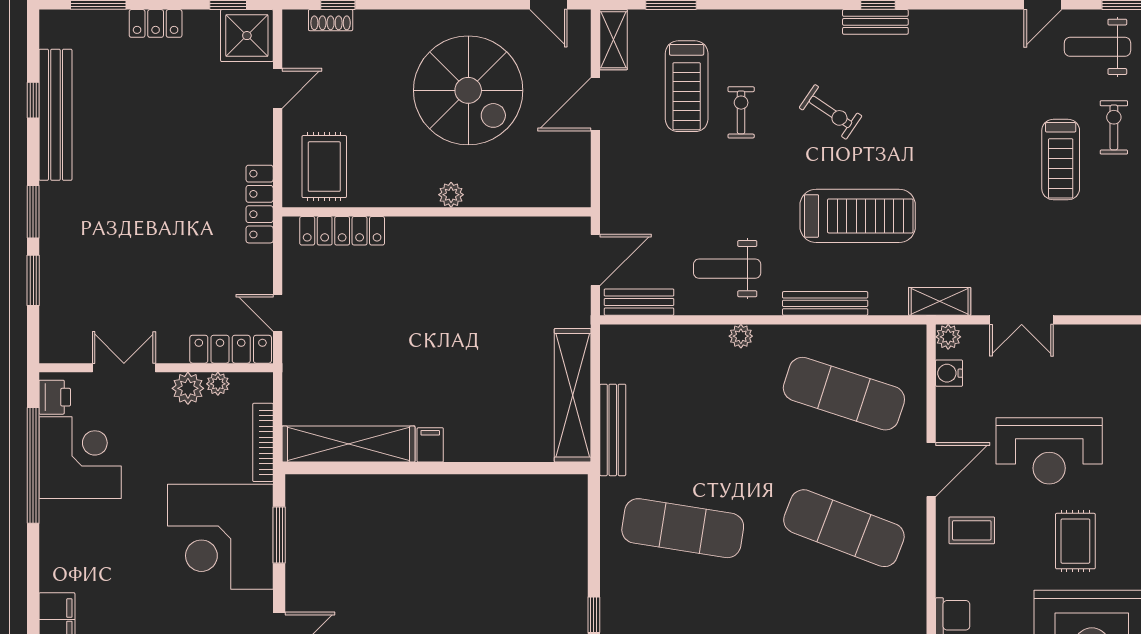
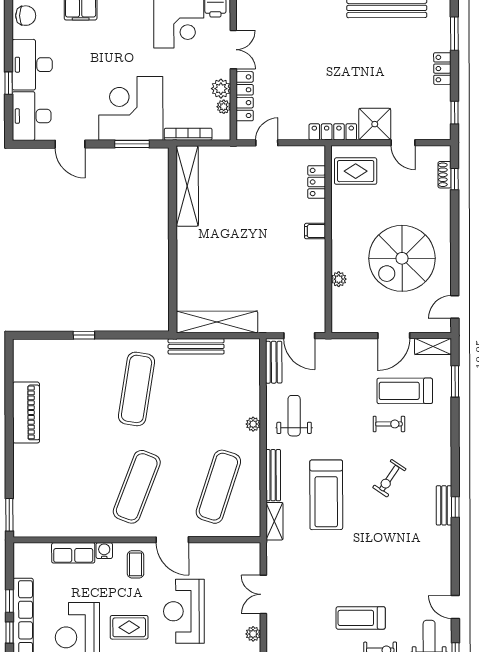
shower: (247, 36) -> (375, 124), moved
door: (595, 104) -> (394, 336), swing flipped
plant: (451, 195) -> (339, 279), moved
locker: (342, 231) -> (317, 182), width x0.66
shelving: (940, 301) -> (274, 521), moved
plant: (948, 337) -> (253, 634), moved
locker: (231, 349) -> (245, 96), moved
water cooler: (949, 373) -> (104, 551), moved
filing cabinet: (430, 445) -> (315, 231), moved, turned 180

